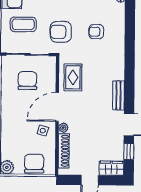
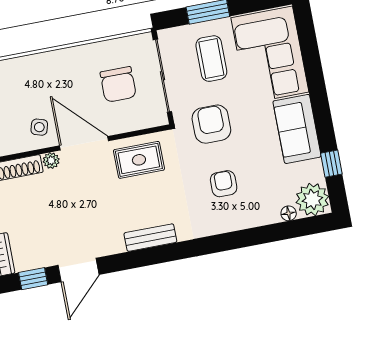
chair: (27, 81) -> (118, 84), turned 90
bench: (119, 95) -> (150, 238), moved

